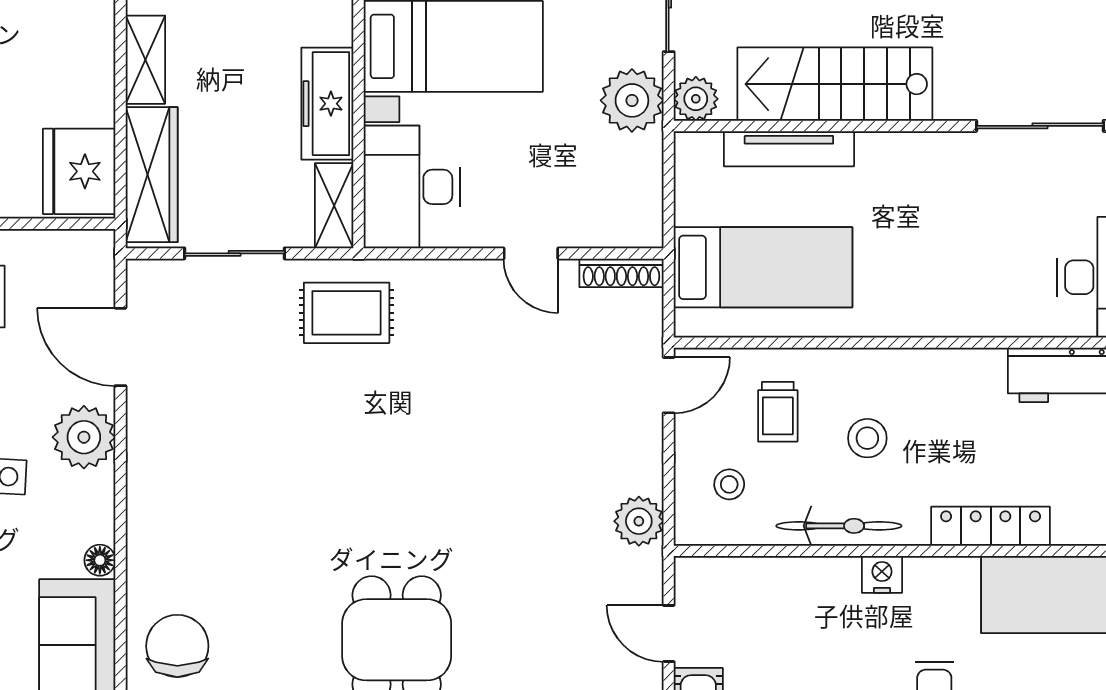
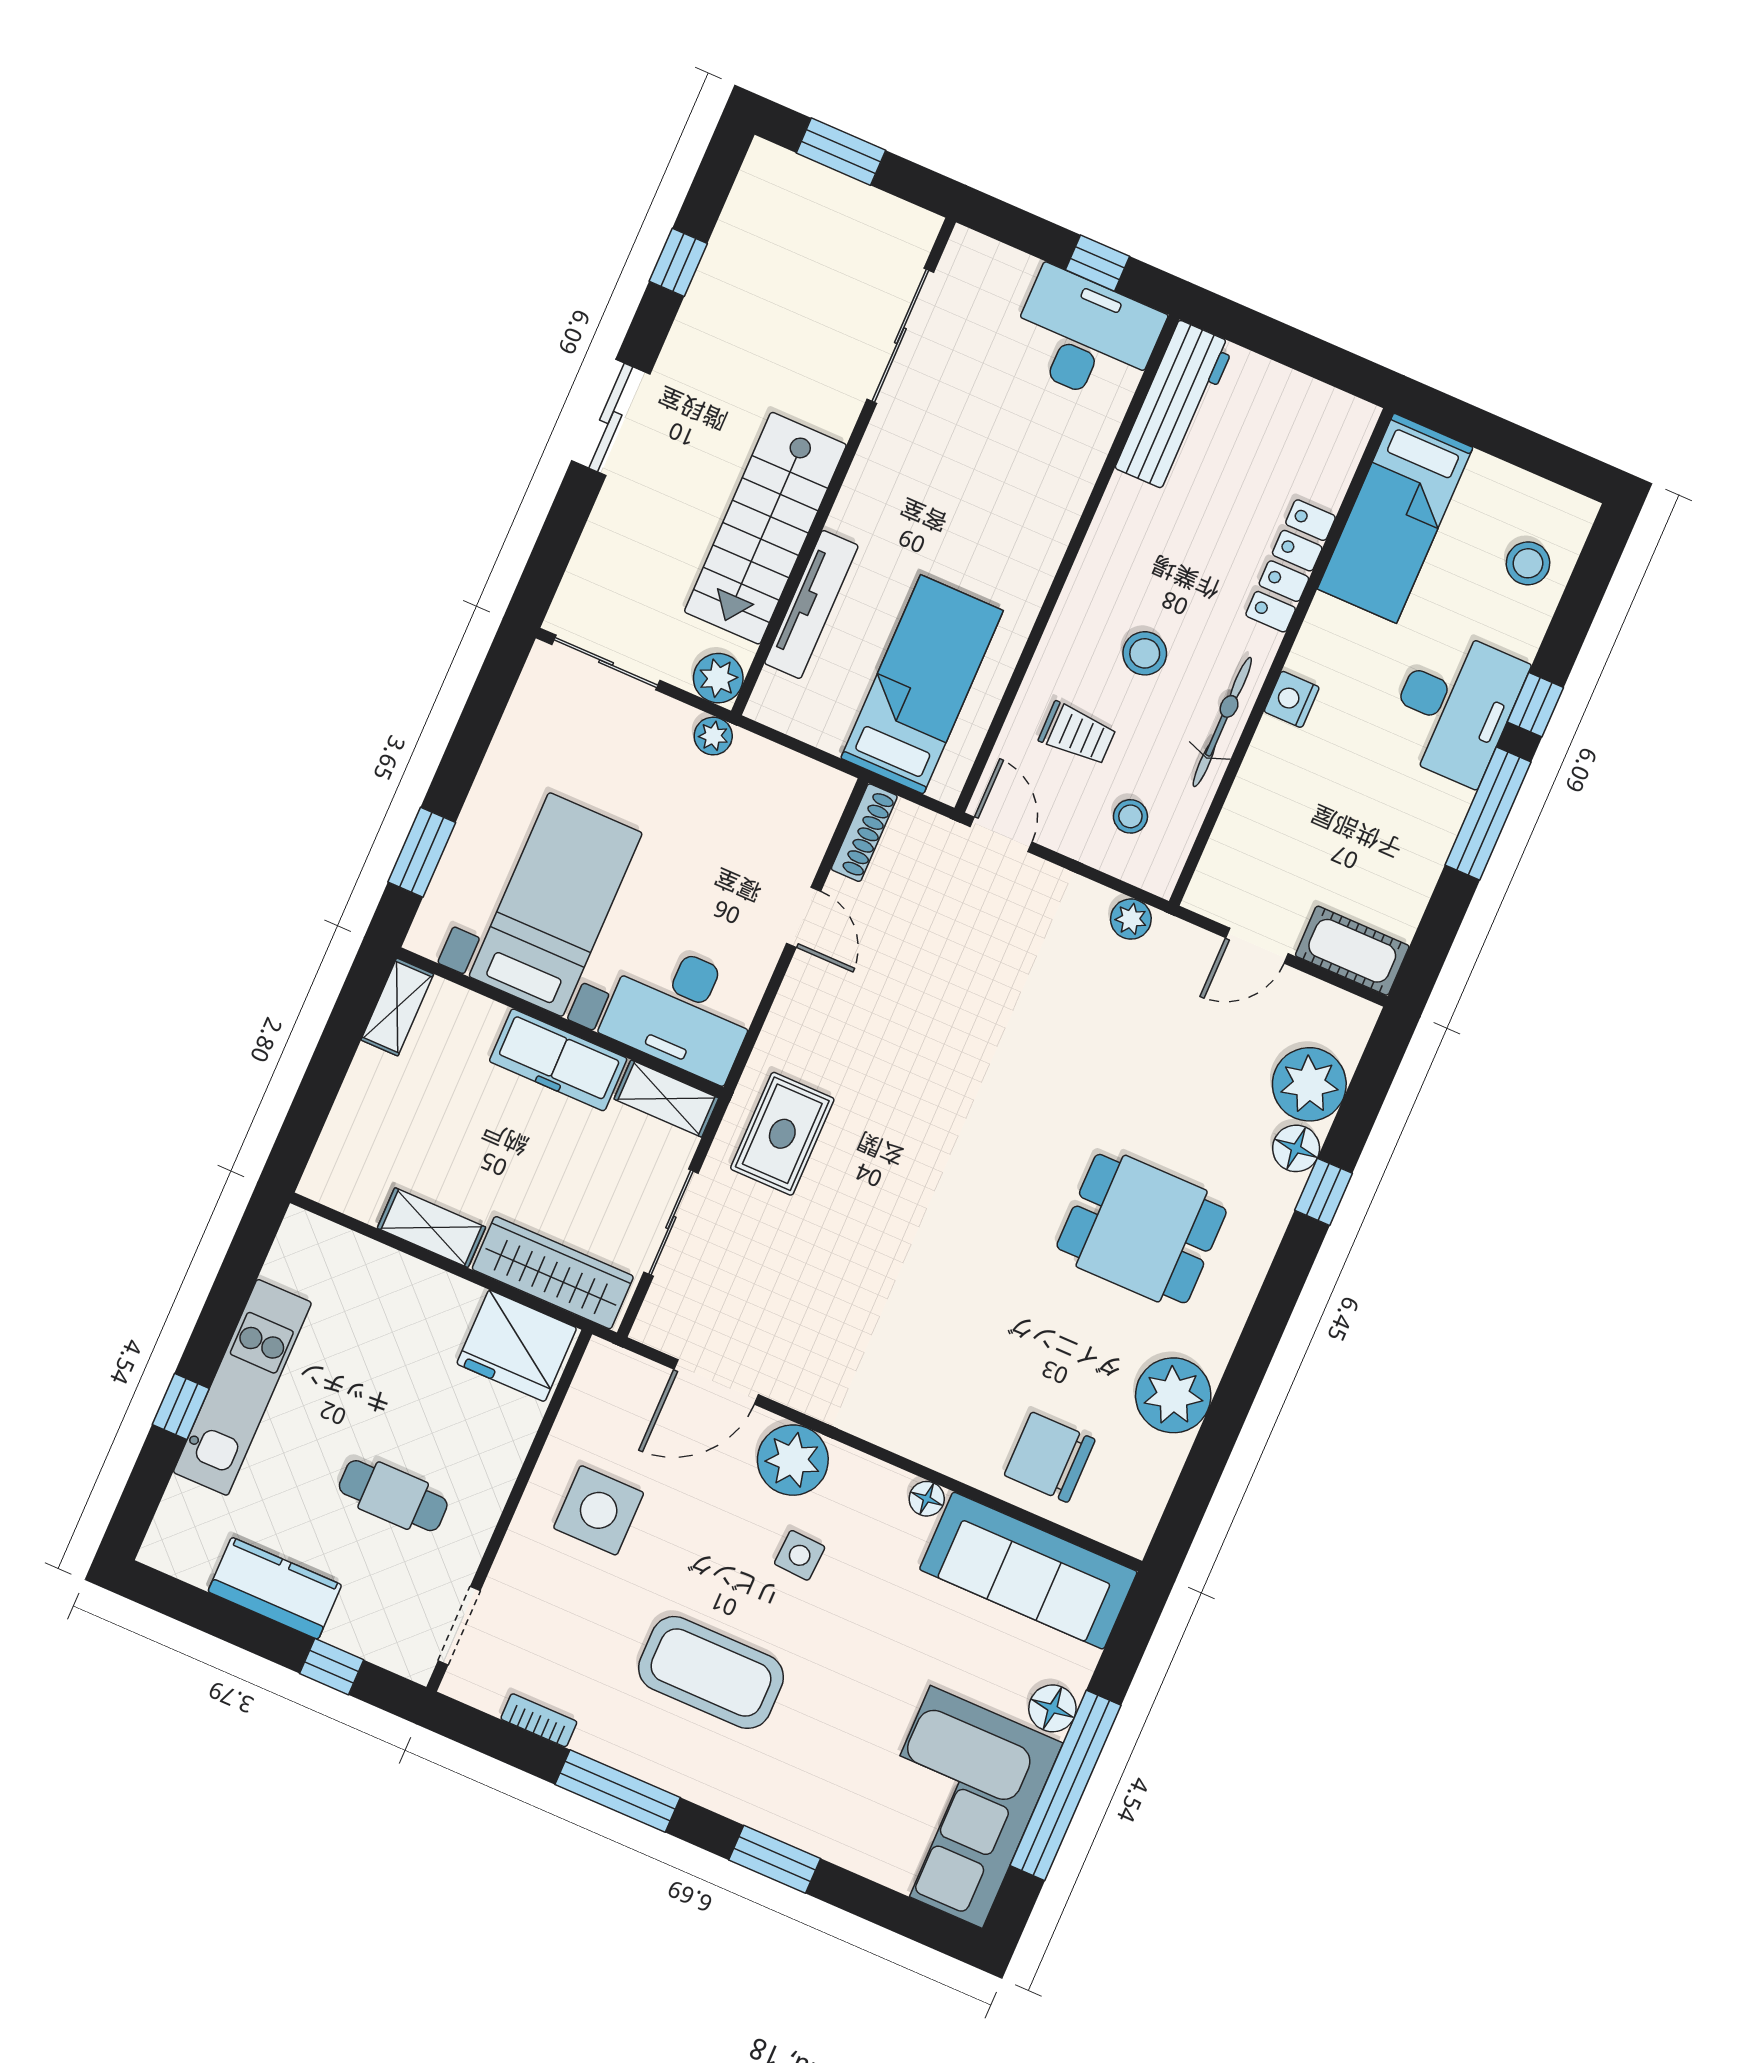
plant: (632, 100) -> (713, 736), width x0.53, depth x0.53
door: (531, 253) -> (804, 917), hinge flipped
plant: (639, 521) -> (1131, 919), width x0.73, depth x0.73

